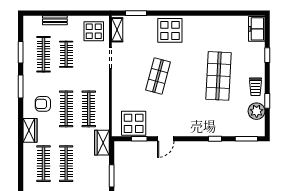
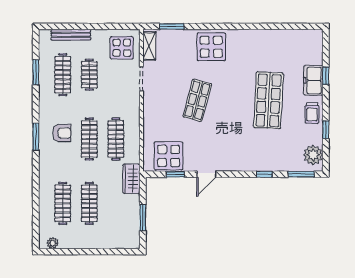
bench: (55, 20) -> (71, 35), width x1.36
freezer: (257, 29) -> (313, 80), moved
window: (21, 86) -> (36, 137), moved
armchair: (43, 104) -> (62, 133), turned 180
plant: (257, 111) -> (313, 155), moved
wardrobe: (30, 130) -> (47, 164), removed

